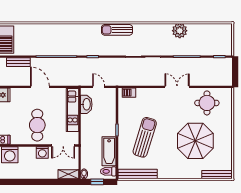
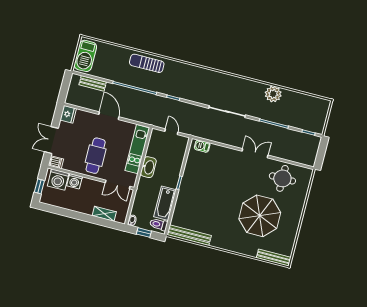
sun lounger: (117, 30) -> (147, 63), moved
washbasin: (86, 104) -> (148, 167), moved
sun lounger: (145, 137) -> (207, 198), removed
washing machine: (42, 152) -> (75, 181), moved
shelving: (68, 174) -> (104, 214), moved

